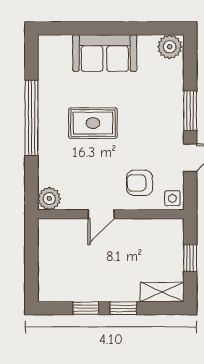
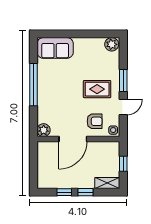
sofa: (105, 53) -> (55, 48), moved
rug: (93, 123) -> (97, 89), moved
armchair: (140, 183) -> (95, 121), turned 180
door: (101, 214) -> (73, 139), width x1.88

